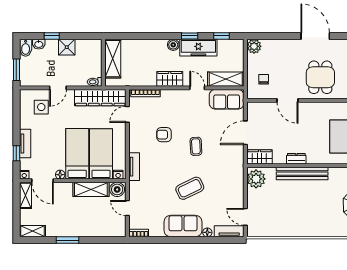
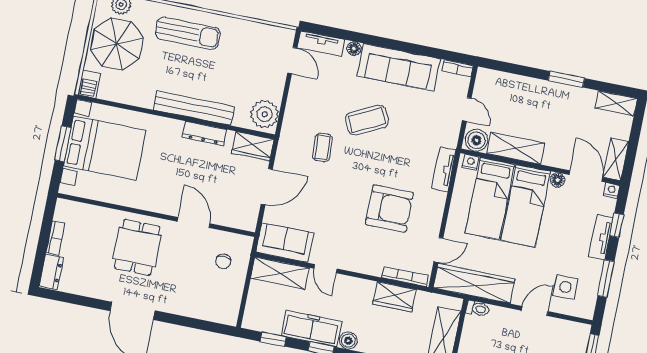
plant: (254, 46) -> (228, 314), removed
wardrobe: (170, 79) -> (394, 297), moved
window: (16, 118) -> (606, 278), added
armchair: (164, 135) -> (389, 208), width x1.88, depth x1.88
coffee table: (196, 146) -> (322, 147), moved
dresser: (296, 159) -> (204, 133), width x1.44
sun lounger: (316, 221) -> (188, 33), added
sofa: (183, 226) -> (399, 67), width x1.36

